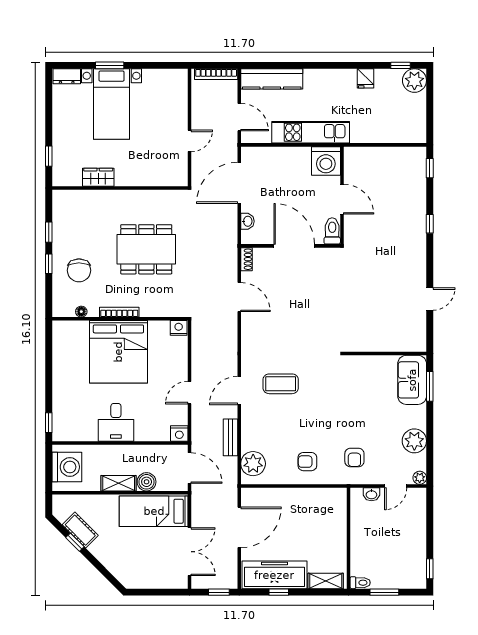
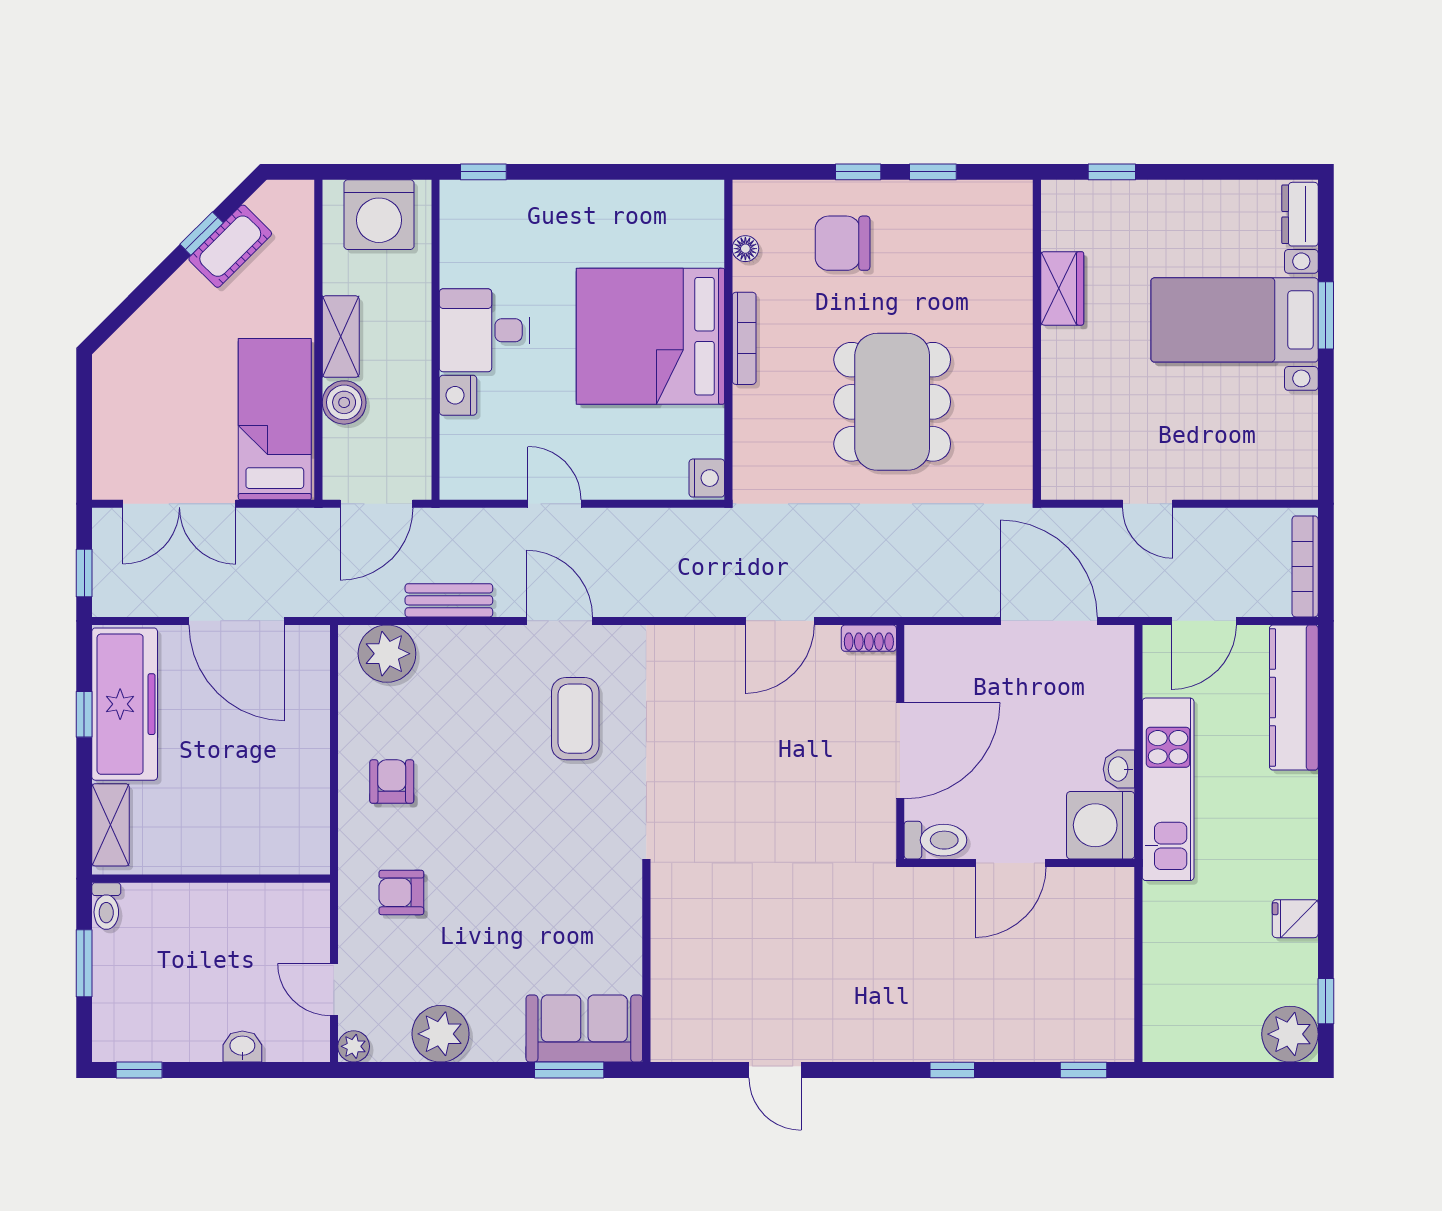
washbasin: (247, 221) -> (1119, 769), moved, turned 90
nightstand: (179, 433) -> (458, 395), moved
washbasin: (371, 494) -> (242, 1047), moved, turned 90

